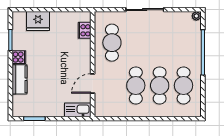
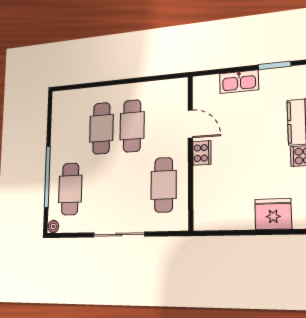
cooker: (85, 30) -> (202, 153), moved
door: (93, 84) -> (190, 124), hinge flipped
cafe table: (184, 85) -> (70, 189), moved
kitchen sink: (78, 110) -> (239, 82), moved

